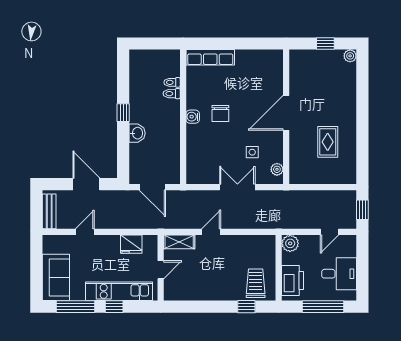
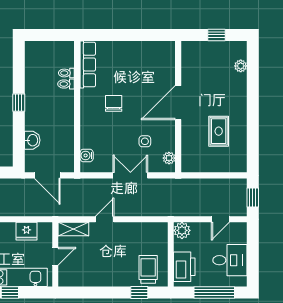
plant: (350, 56) -> (241, 66), moved
row of seats: (210, 57) -> (88, 65), moved, turned -90
chair: (220, 114) -> (114, 103), turned 180
water cooler: (193, 117) -> (87, 155), moved
washbasin: (137, 133) -> (32, 140), moved

